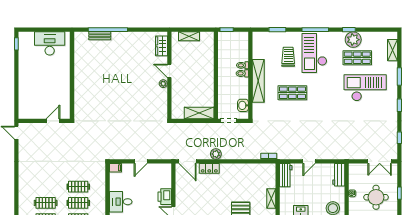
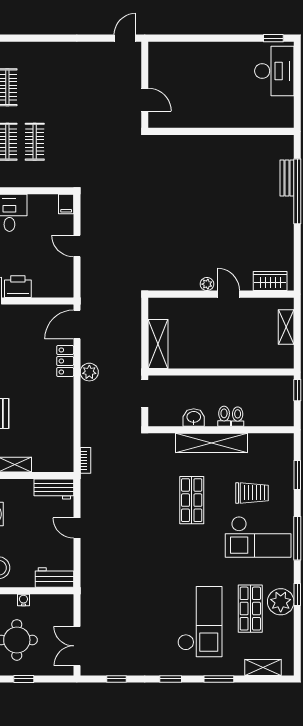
desk: (50, 43) -> (274, 71), moved
checkout: (314, 53) -> (258, 537), turned 180
door: (169, 71) -> (228, 294), hinge flipped
washbasin: (243, 105) -> (194, 417), moved

